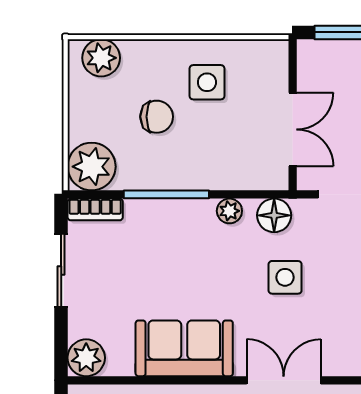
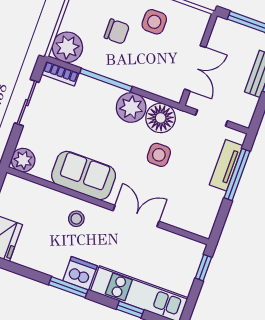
plant: (229, 211) -> (131, 107), width x1.88, depth x1.88
floor lamp: (274, 215) -> (161, 118), width x1.38, depth x1.38

